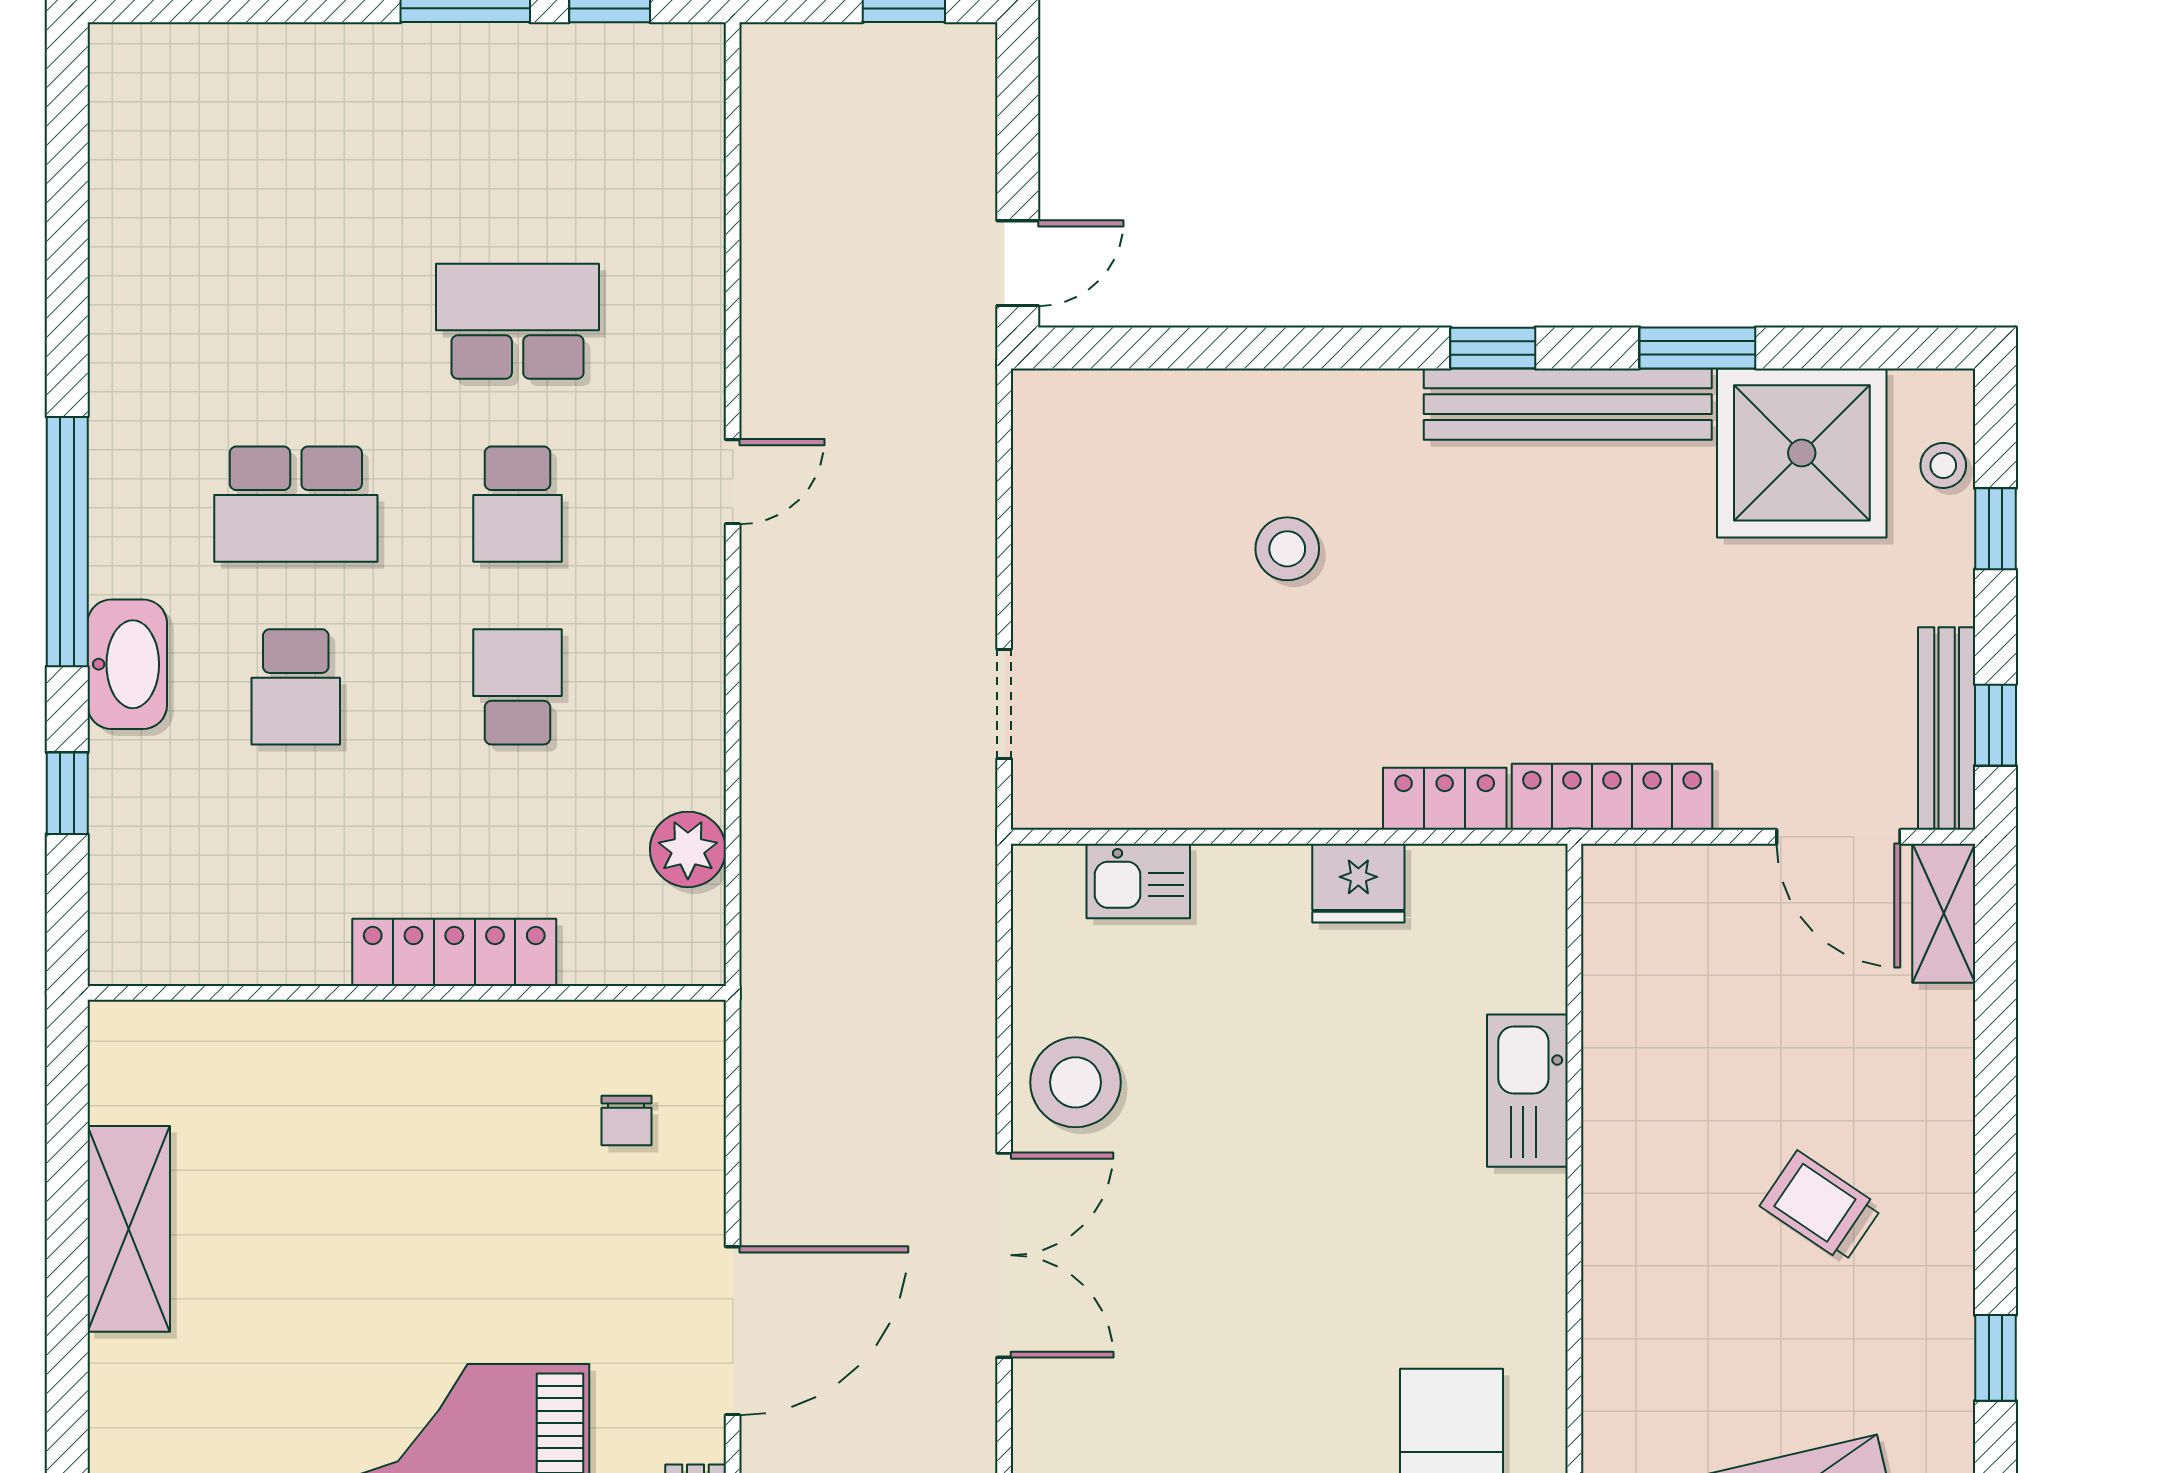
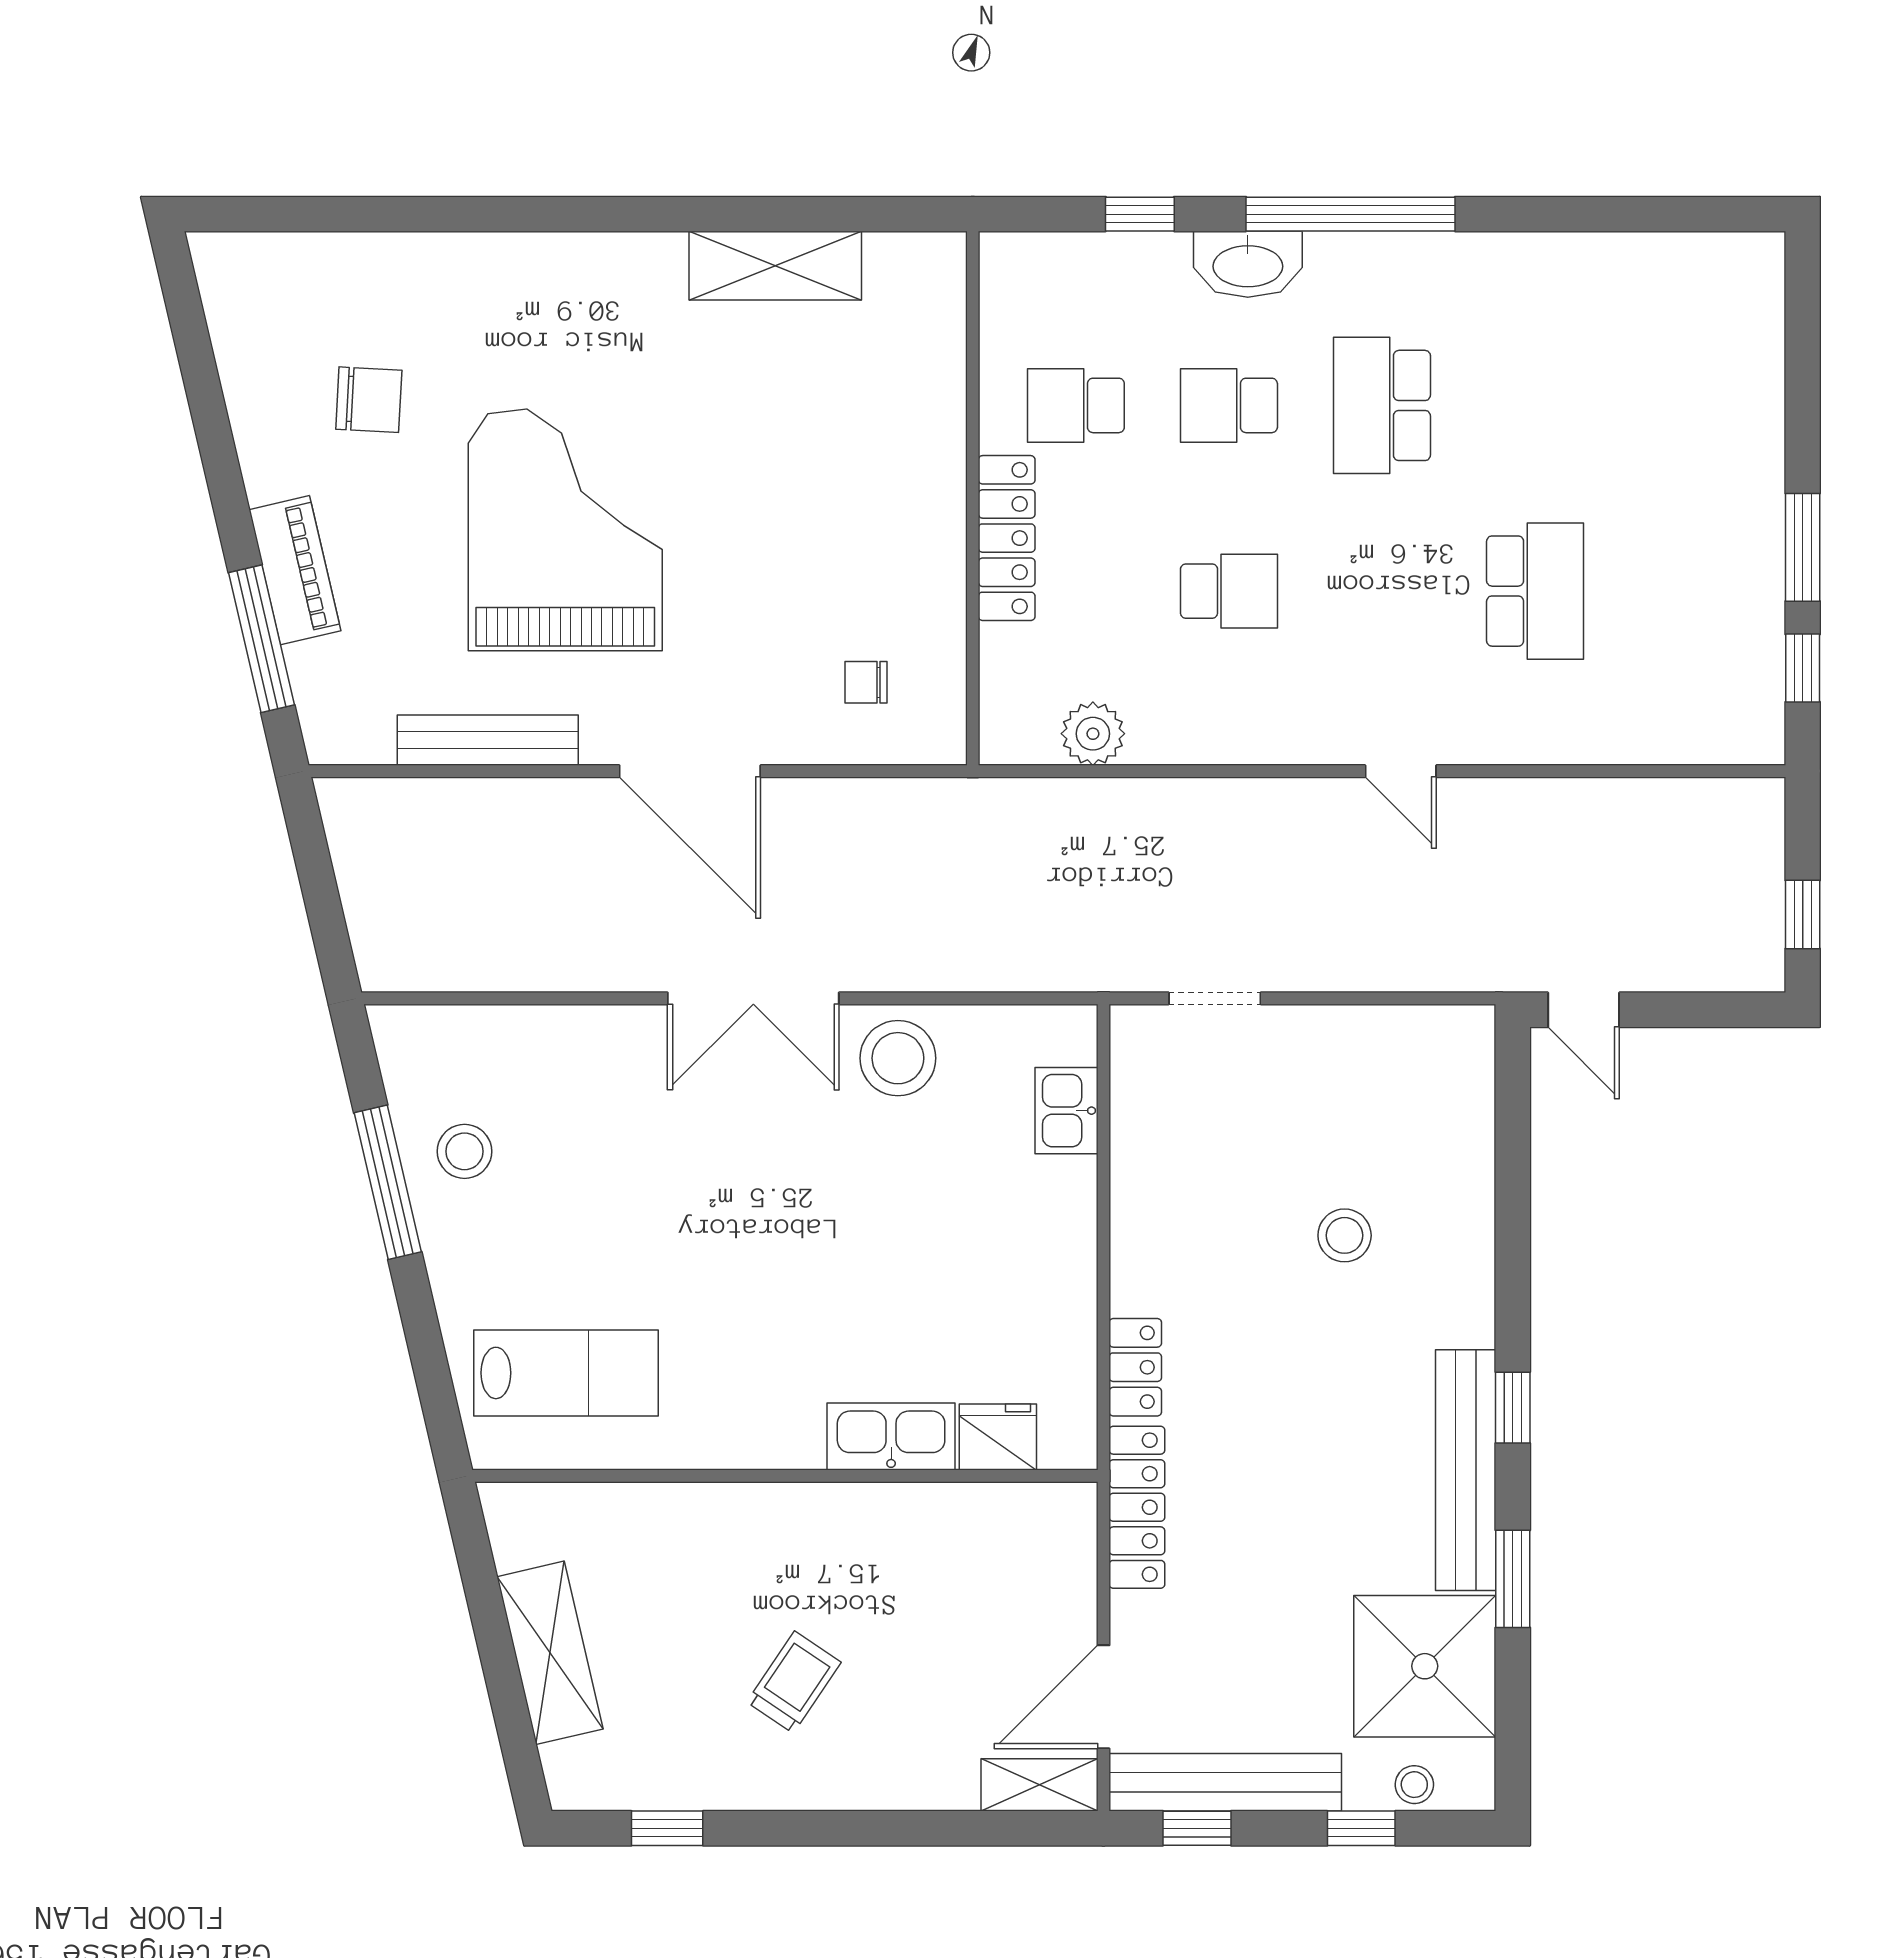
school desk: (518, 504) -> (1076, 405), moved
bench: (1947, 729) -> (1225, 1782), width x1.37, depth x1.21
fridge: (1358, 883) -> (998, 1437), moved, turned 90

